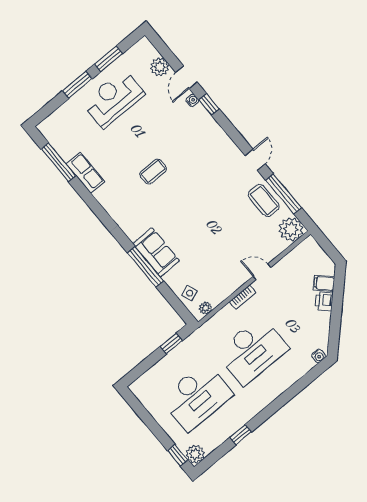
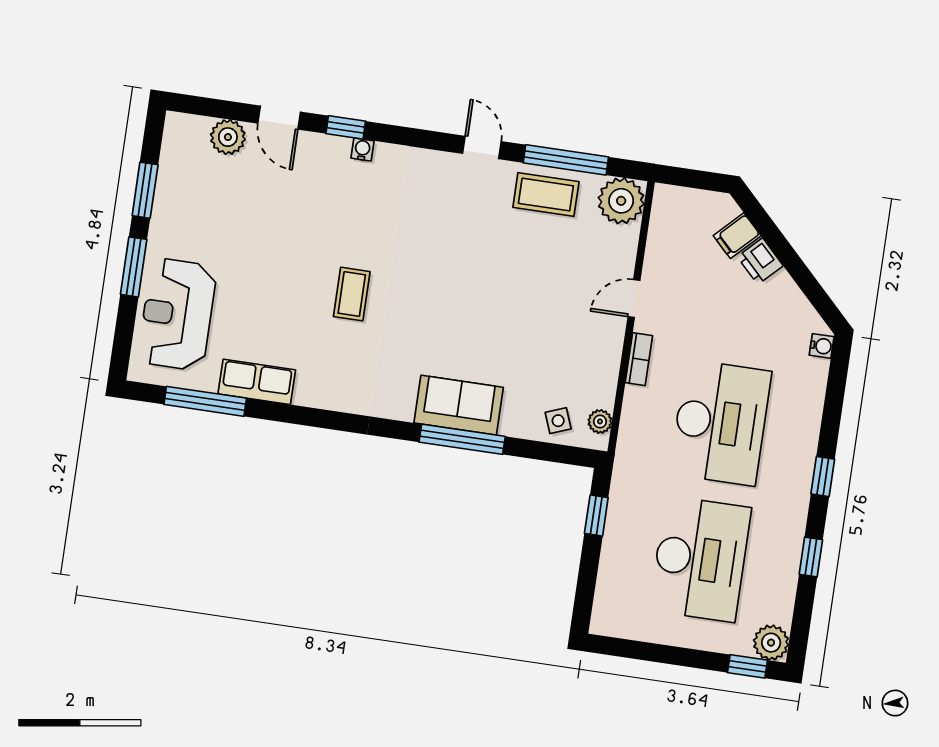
reception desk: (113, 99) -> (177, 314), moved
water cooler: (192, 100) -> (362, 149), moved
window: (273, 407) -> (823, 476), added

